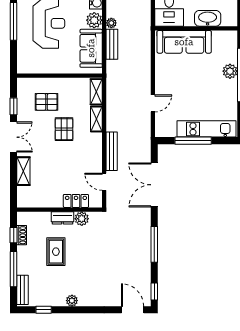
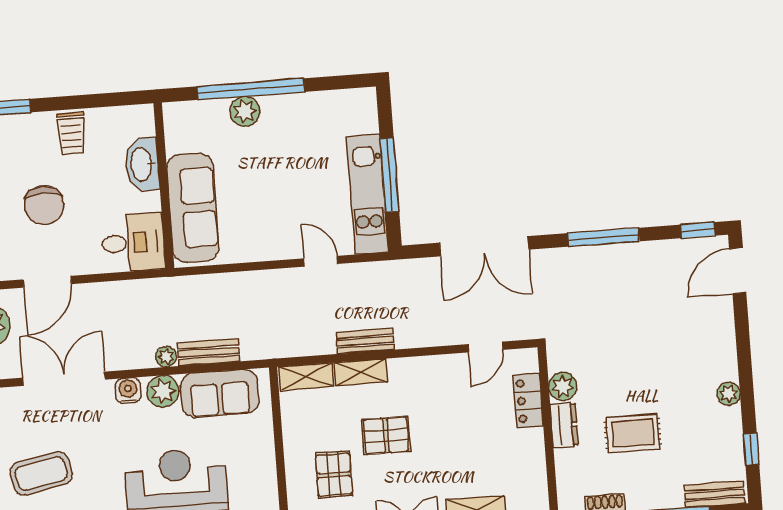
kitchen unit: (206, 129) -> (367, 194), moved
bench: (112, 151) -> (365, 341), moved, width x0.73

